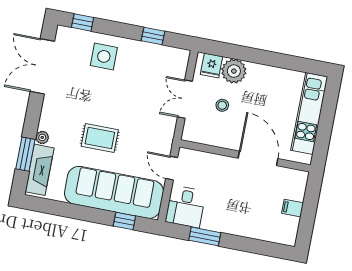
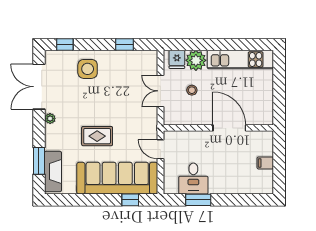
kitchen unit: (309, 114) -> (240, 59), moved, turned -90
plant: (42, 137) -> (50, 119), moved
desk: (185, 207) -> (193, 179), moved

